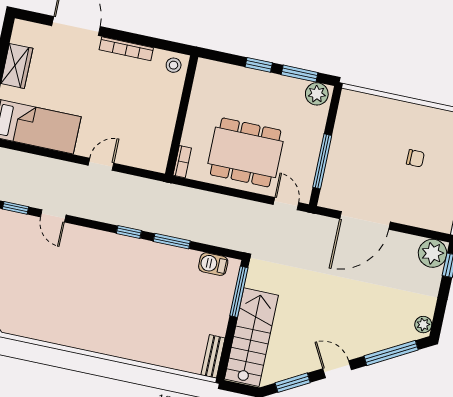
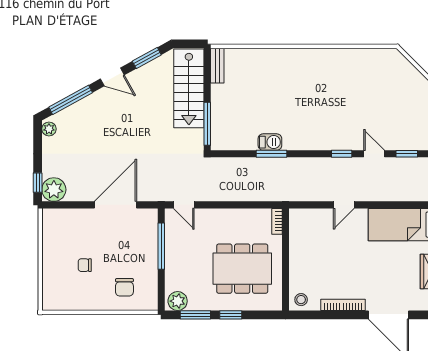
chair: (375, 123) -> (124, 287), added
dining table: (246, 152) -> (242, 269), moved
window: (129, 232) -> (342, 154), moved
barbecue: (213, 264) -> (270, 142), moved

